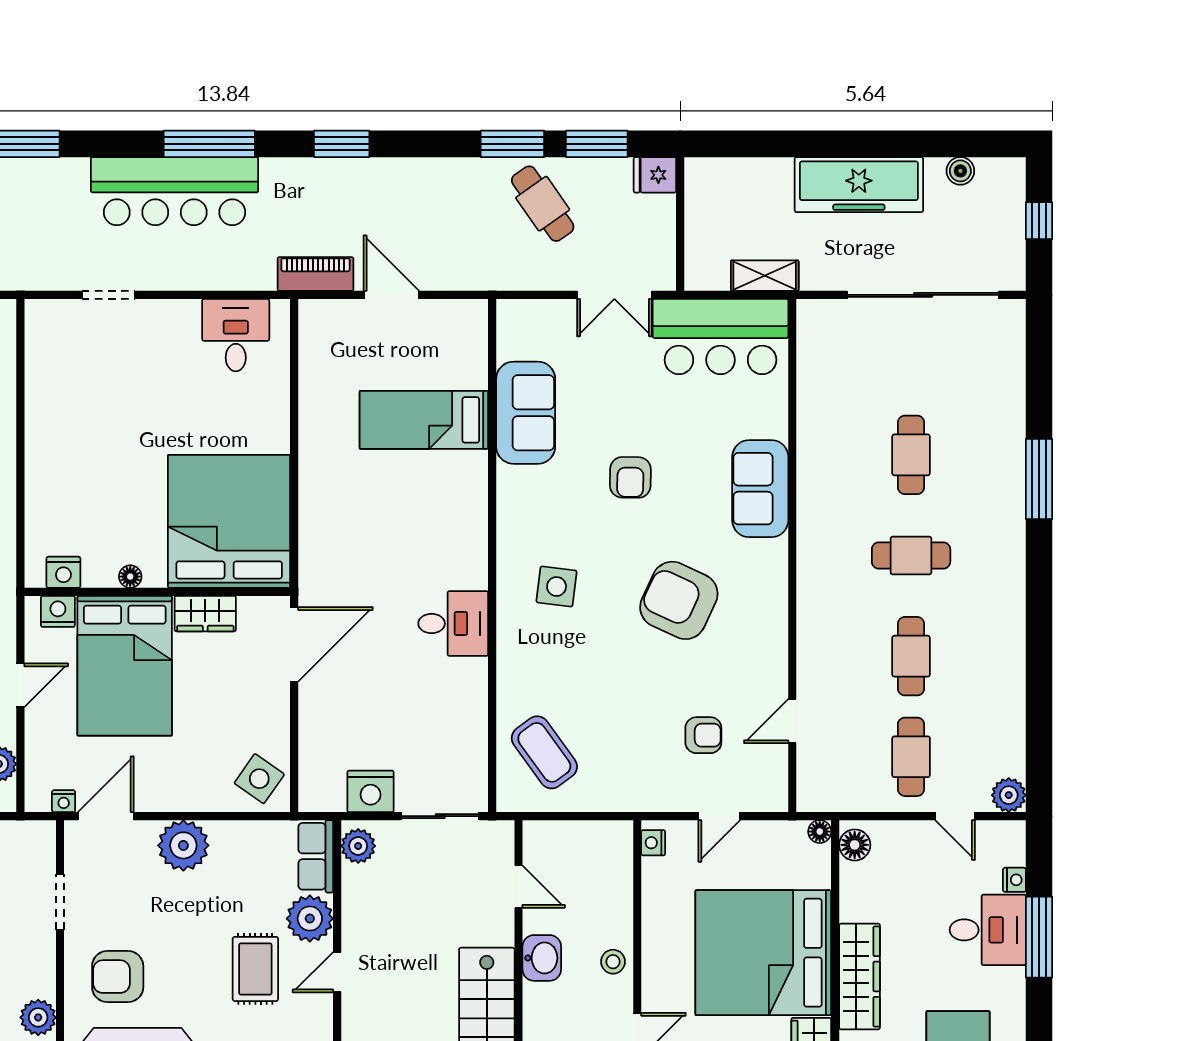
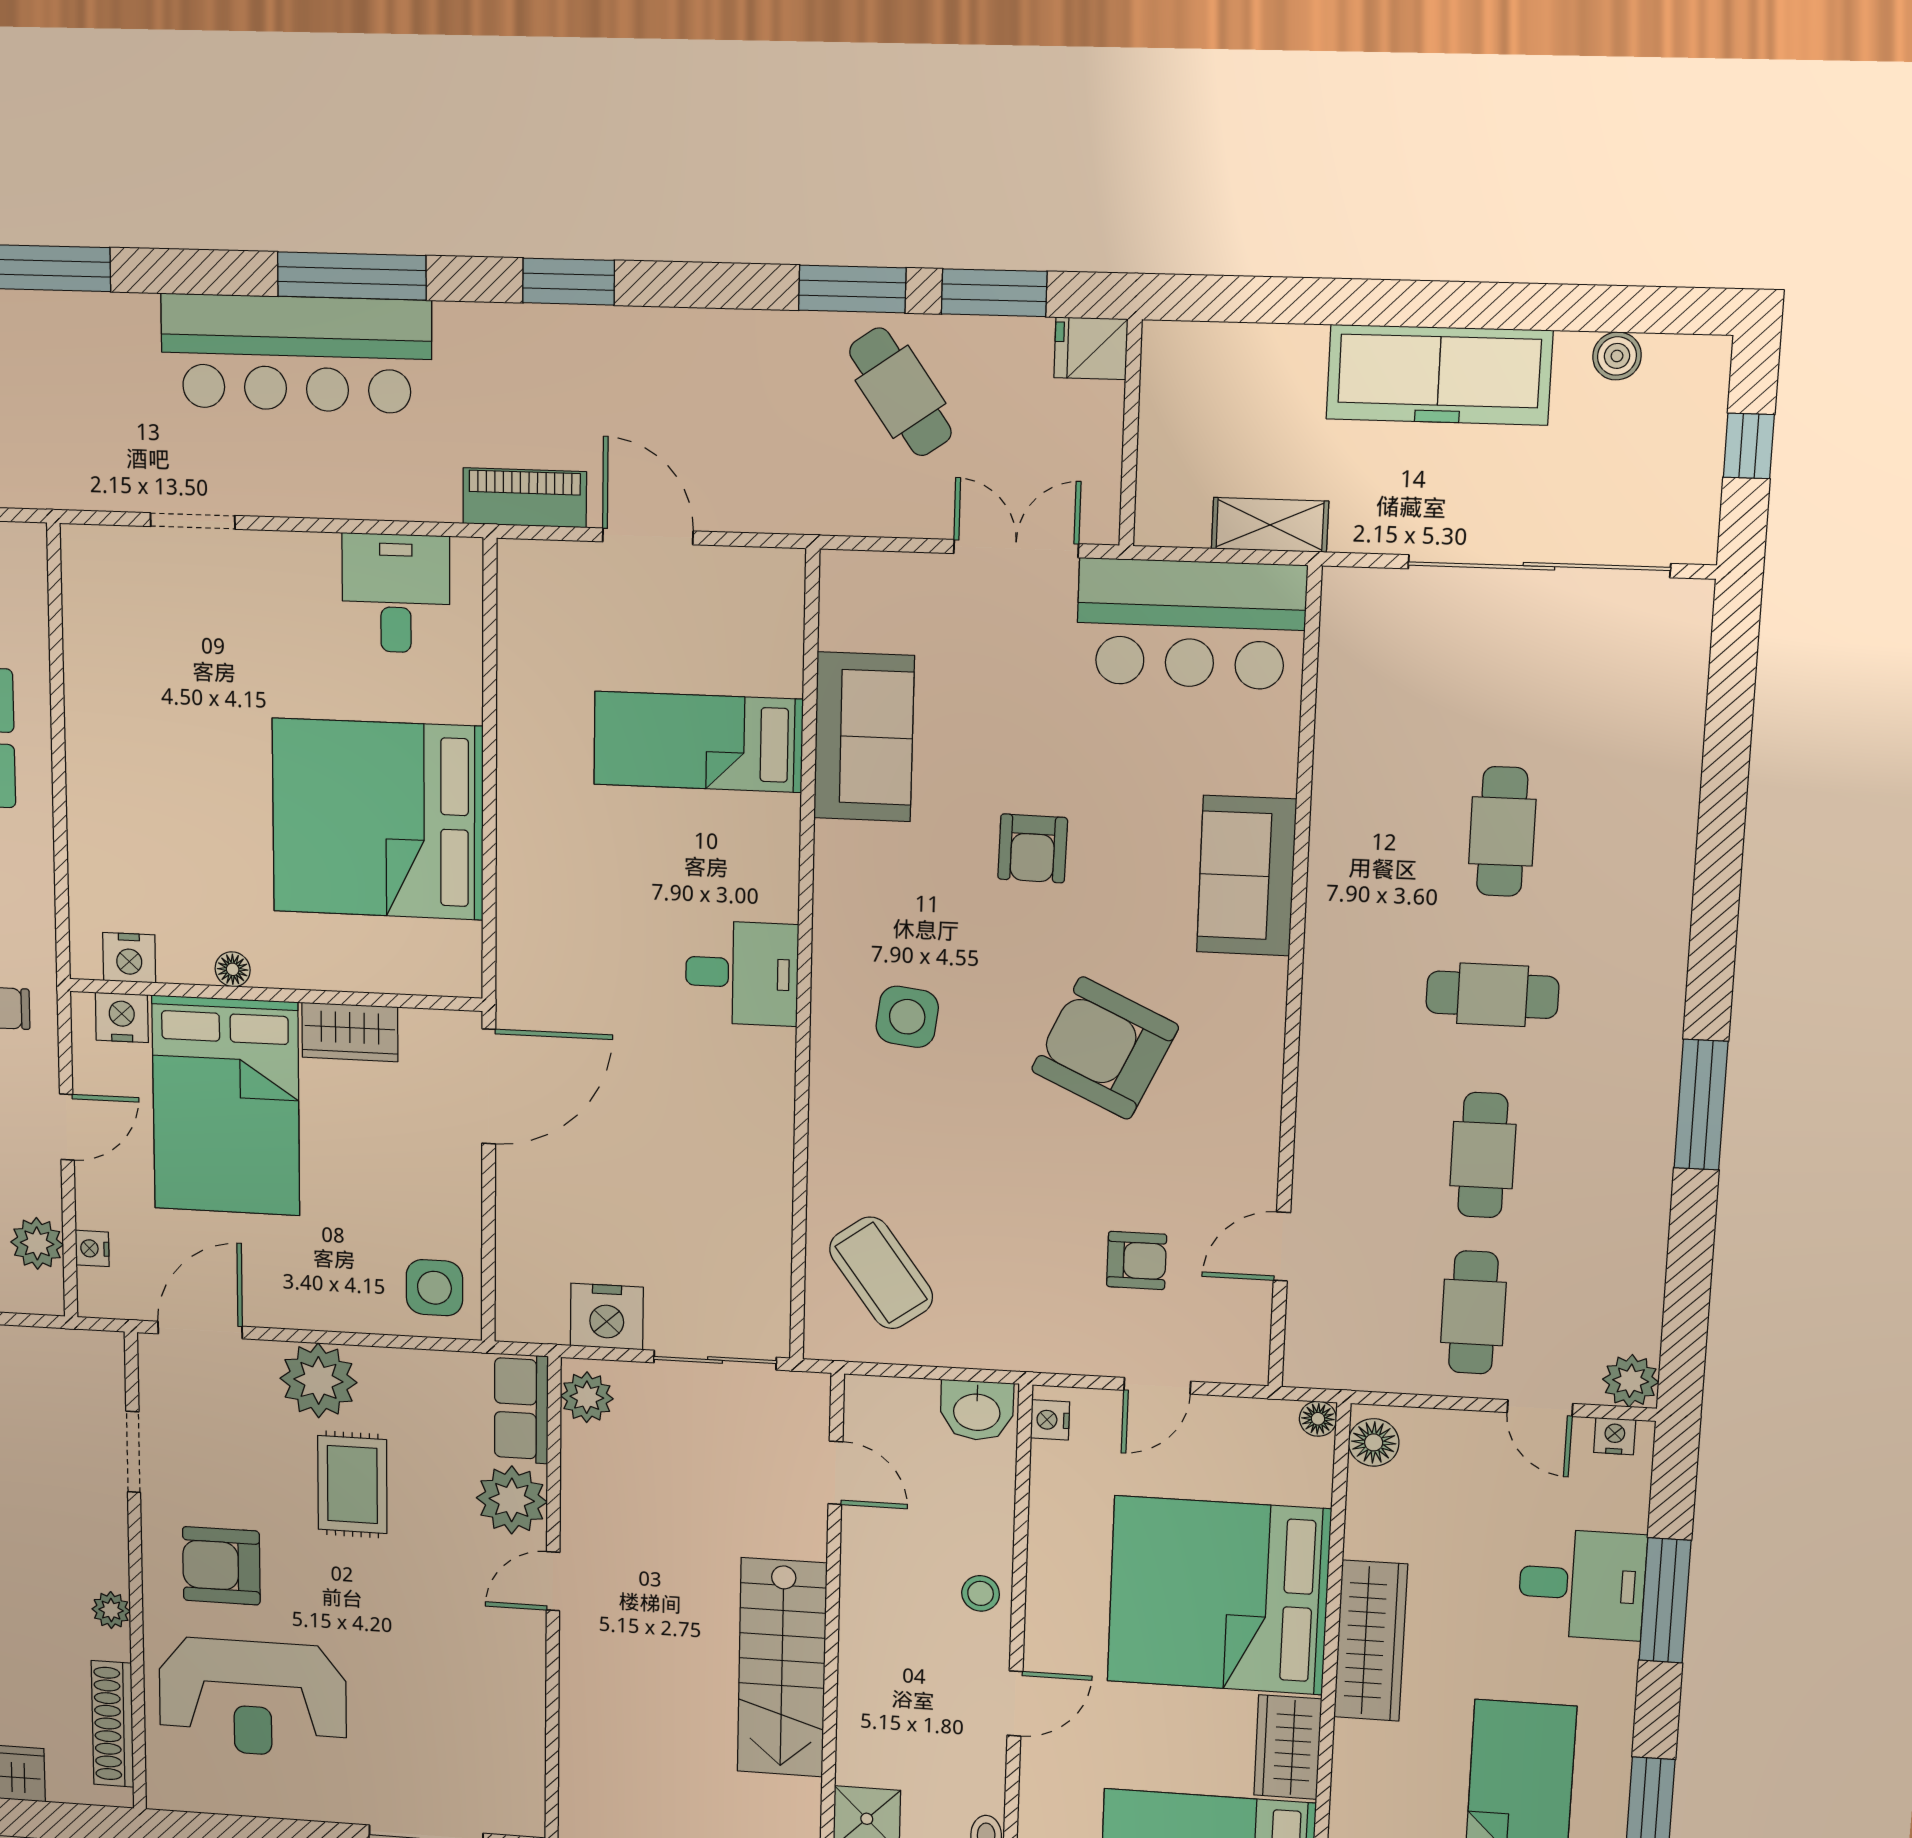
double door: (614, 295) -> (1016, 549), swing flipped
window: (1039, 479) -> (1701, 1105), moved
bed: (229, 521) -> (378, 819), moved, turned -90
desk: (453, 624) -> (742, 973), moved
side table: (259, 779) -> (434, 1288), turned -35
nightstand: (64, 801) -> (92, 1248), moved, turned 90
nightstand: (1014, 880) -> (1615, 1436), moved, turned -90
washbasin: (542, 958) -> (977, 1411), moved, turned 90
rug: (255, 969) -> (352, 1485), moved
plant: (38, 1017) -> (111, 1610), width x0.73, depth x0.73

